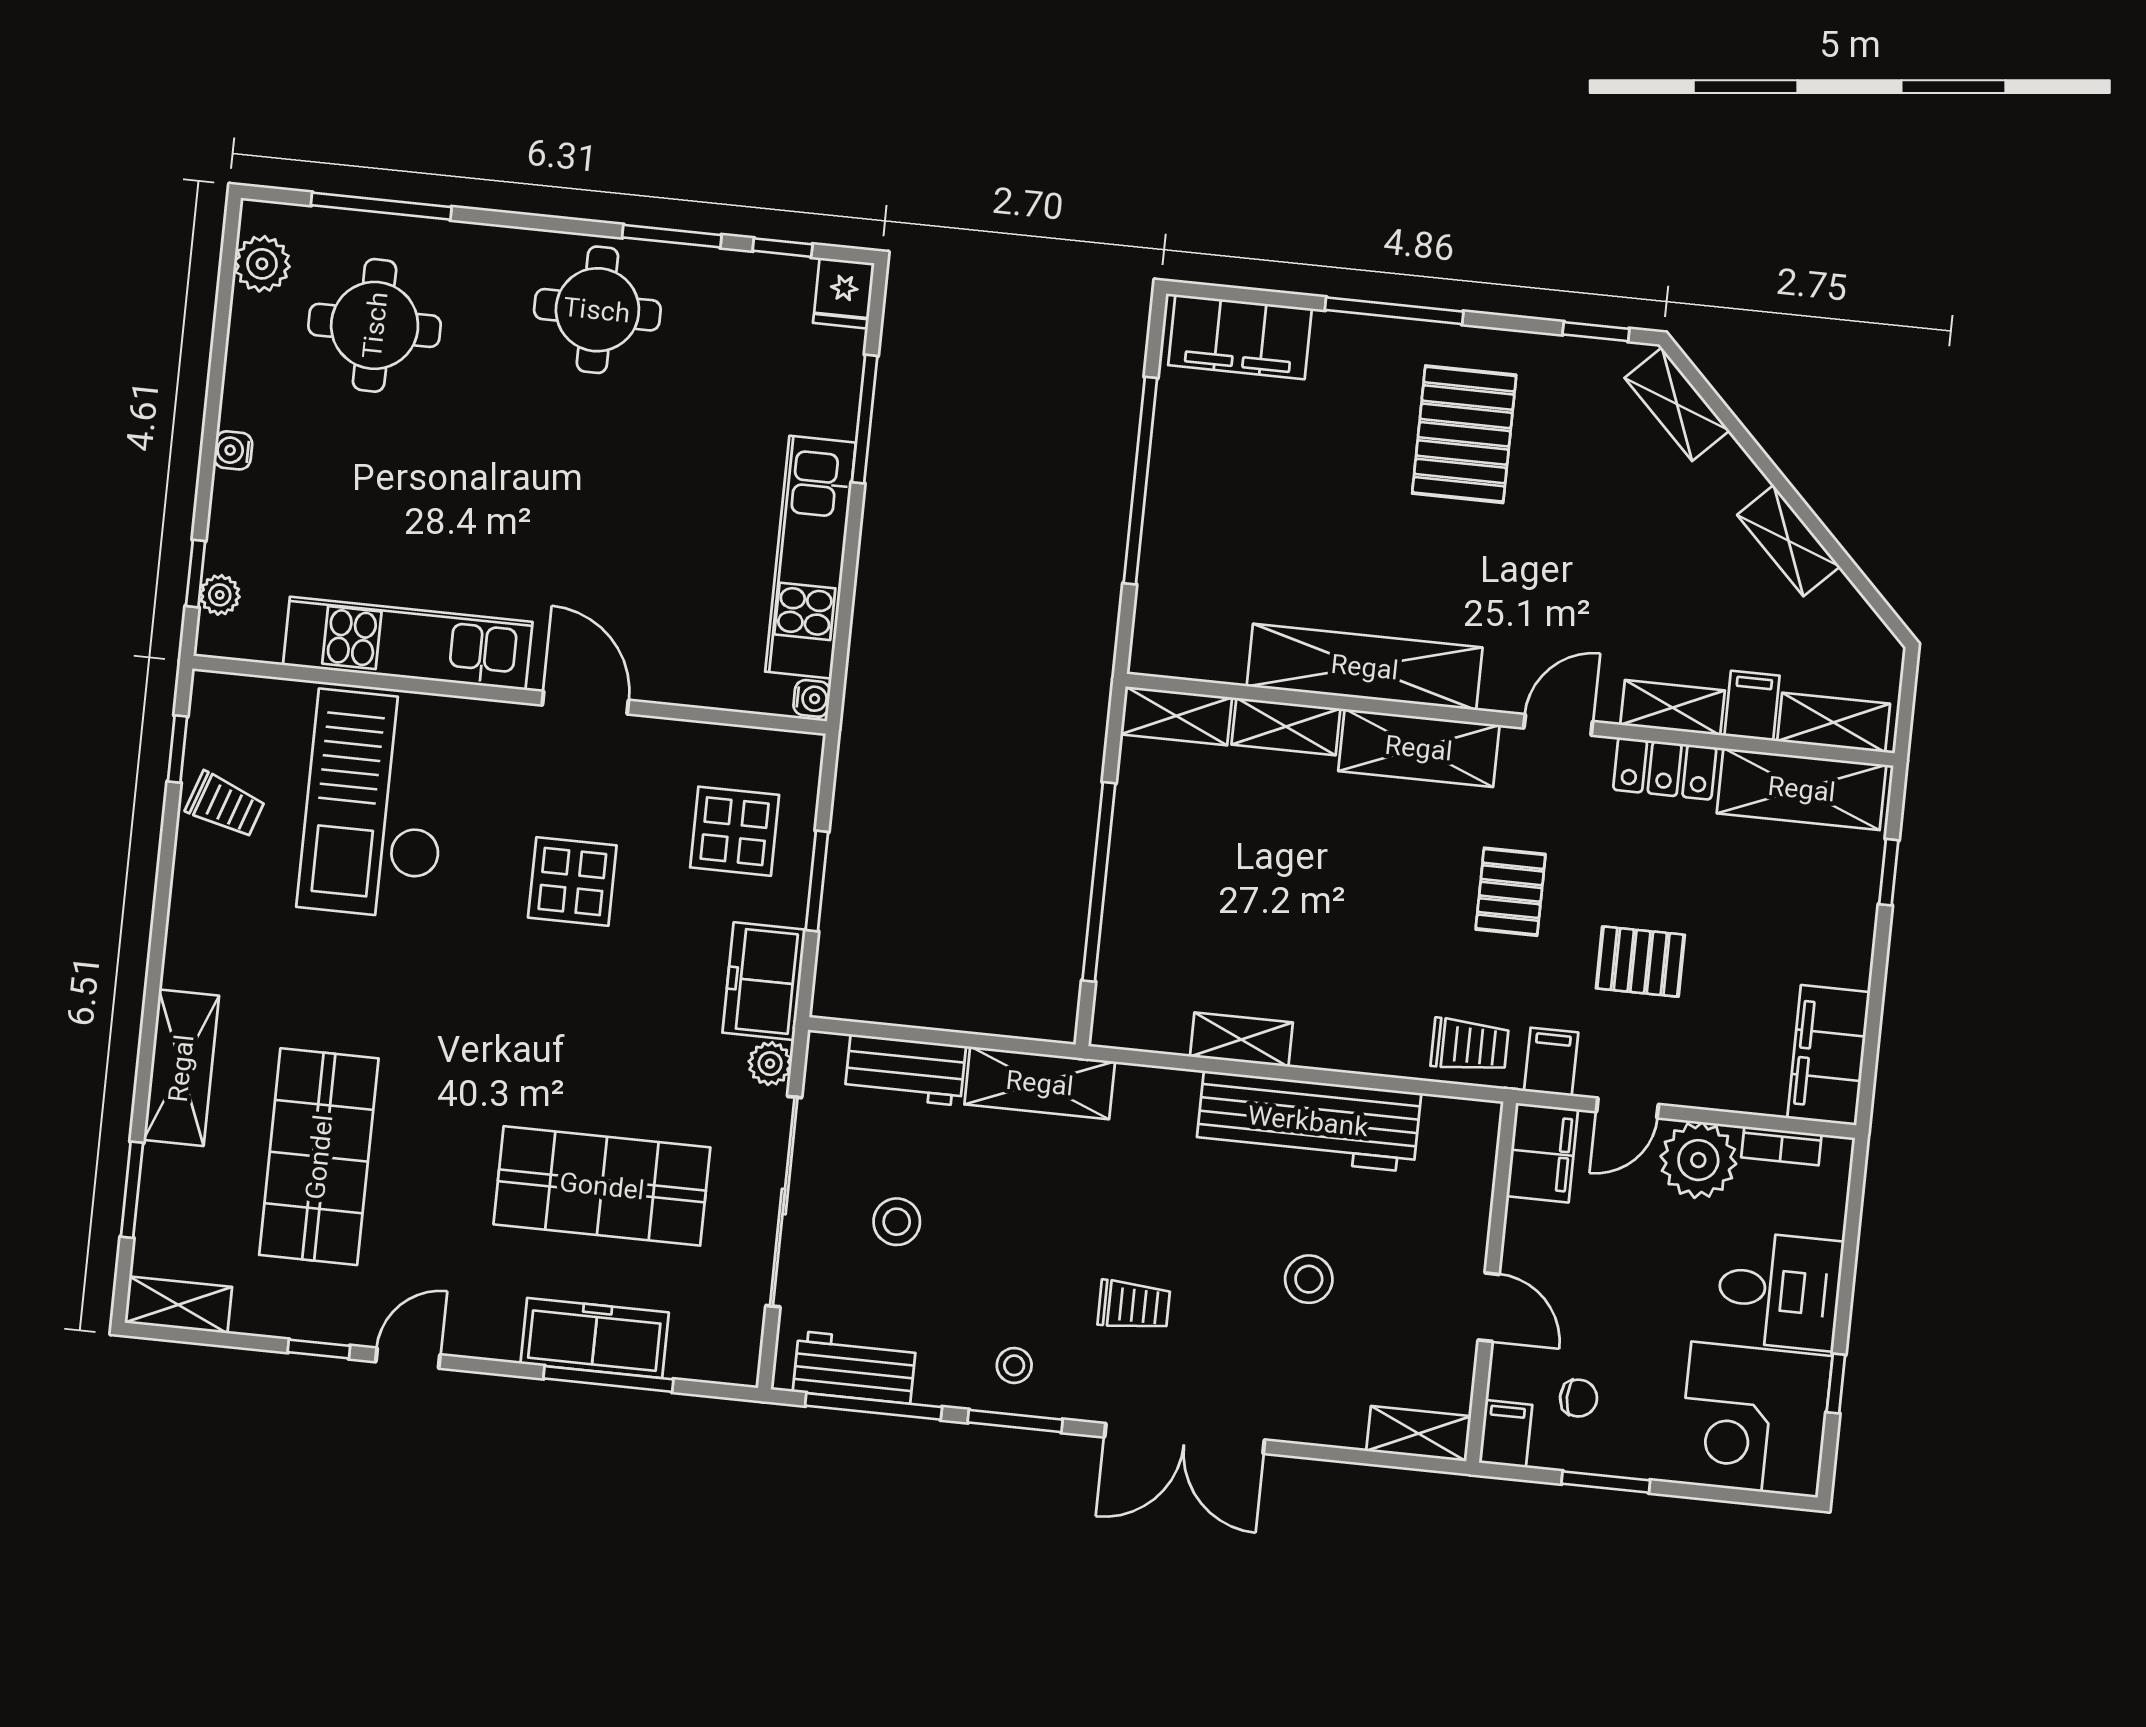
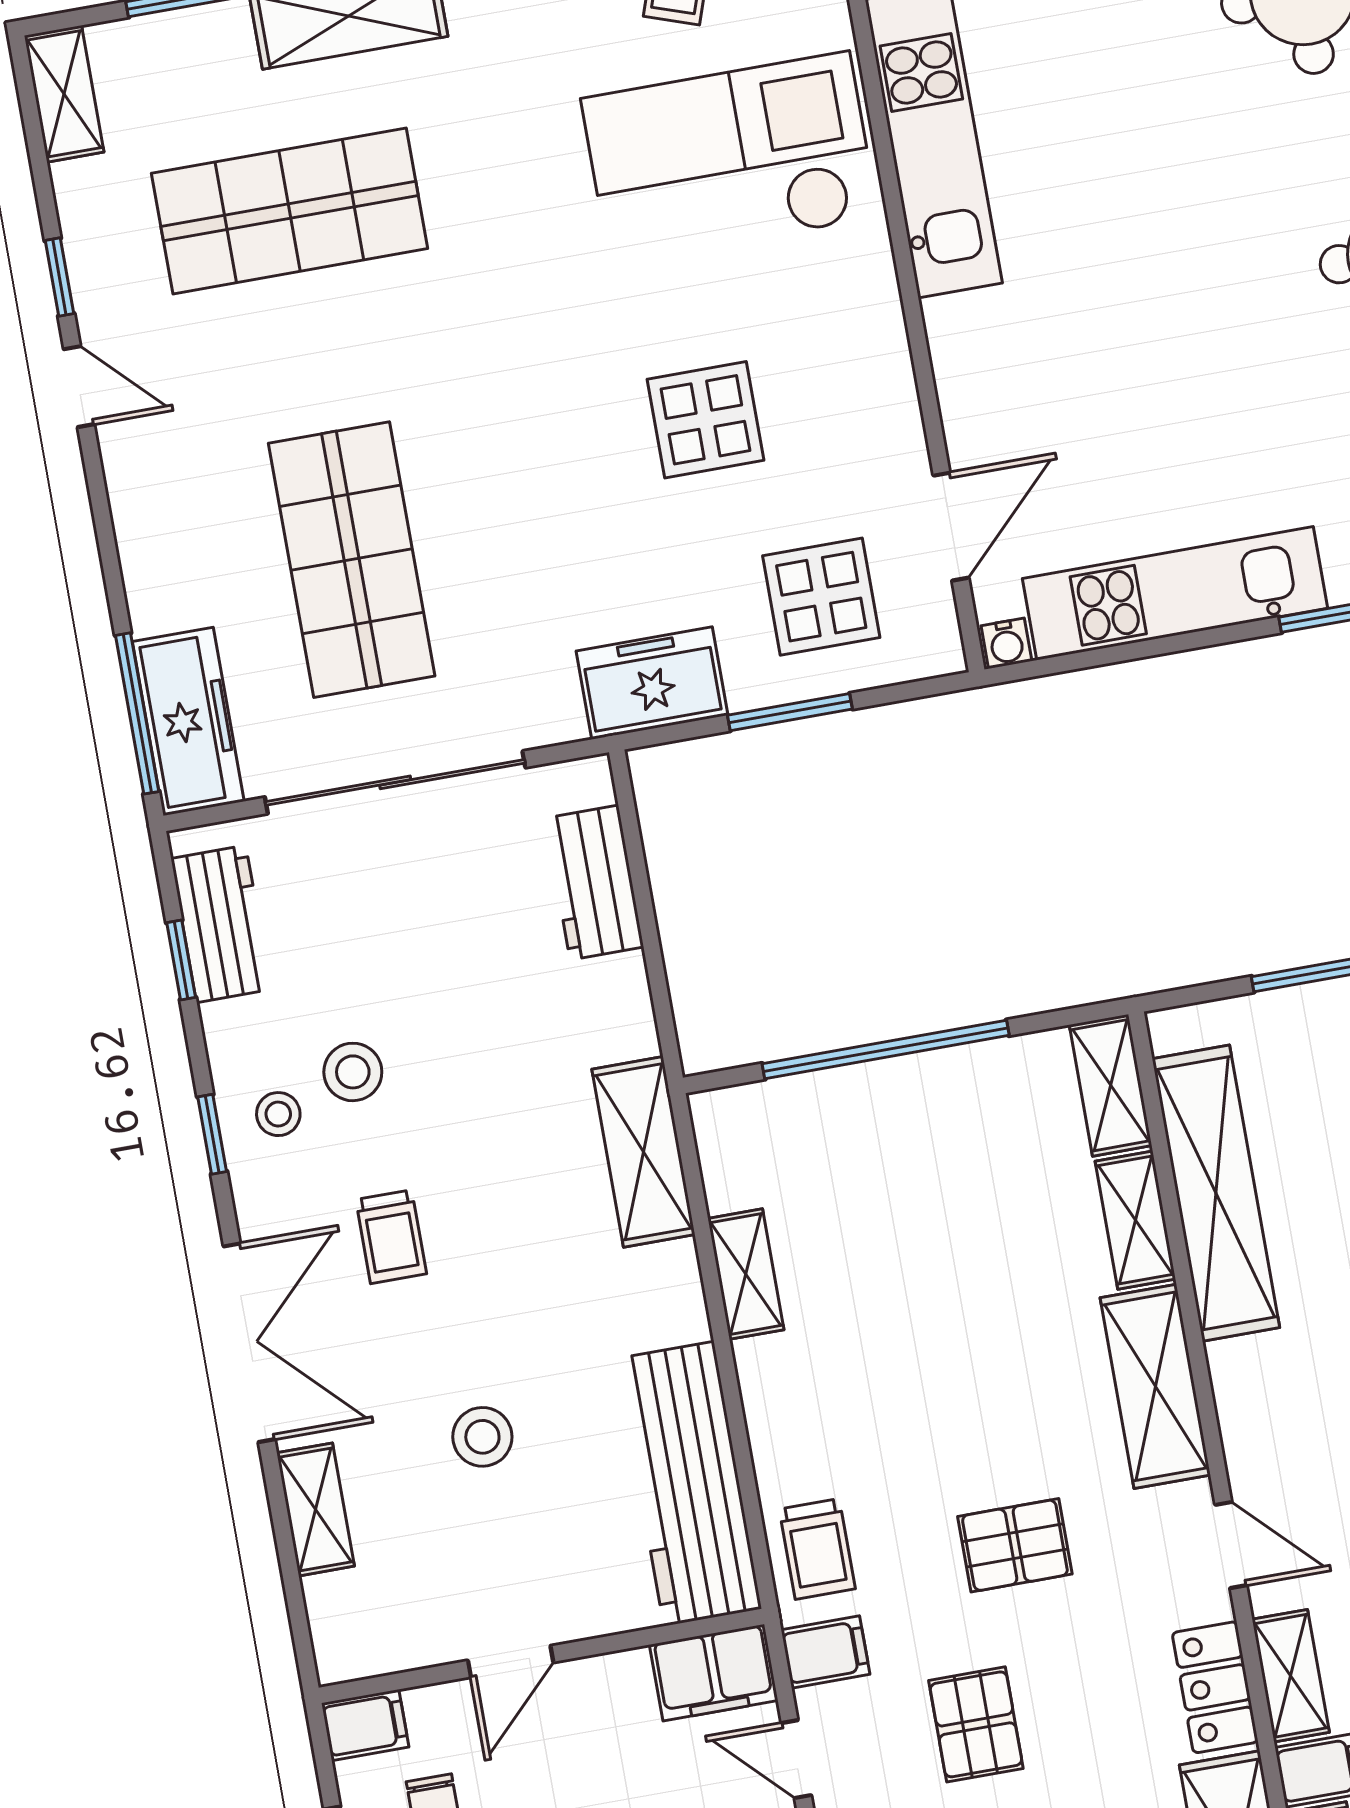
shelving: (1365, 667) -> (1216, 1193), moved
door: (585, 703) -> (951, 527), moved
plant: (770, 1064) -> (556, 719), removed
shelving: (1040, 1083) -> (643, 1152), moved
workbench: (1308, 1121) -> (689, 1484), moved
stool: (897, 1222) -> (353, 1072), moved
freezer: (595, 1338) -> (188, 721), moved
window: (608, 1379) -> (137, 713), moved
window: (874, 1406) -> (181, 960), width x0.46
window: (1015, 1421) -> (212, 1134), width x0.67
shelving: (1419, 1434) -> (316, 1509), moved
double door: (1184, 1438) -> (249, 1343), swing flipped

